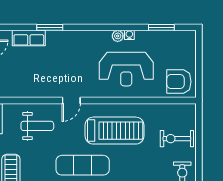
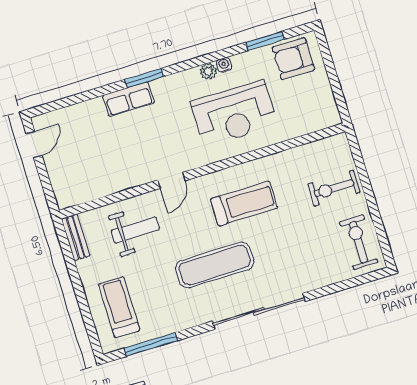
window: (50, 27) -> (144, 78), moved
row of seats: (29, 38) -> (128, 99), moved
armchair: (179, 82) -> (293, 58), moved
treadmill: (114, 131) -> (244, 204), width x0.73, depth x0.73

